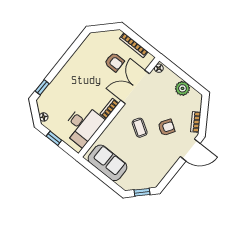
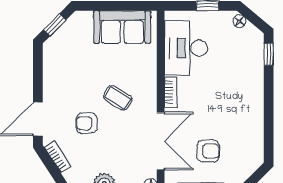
armchair: (114, 62) -> (208, 151), turned 180
armchair: (166, 127) -> (87, 123), turned 57

